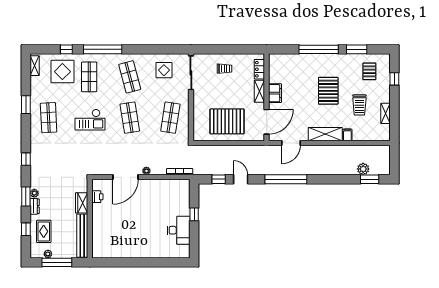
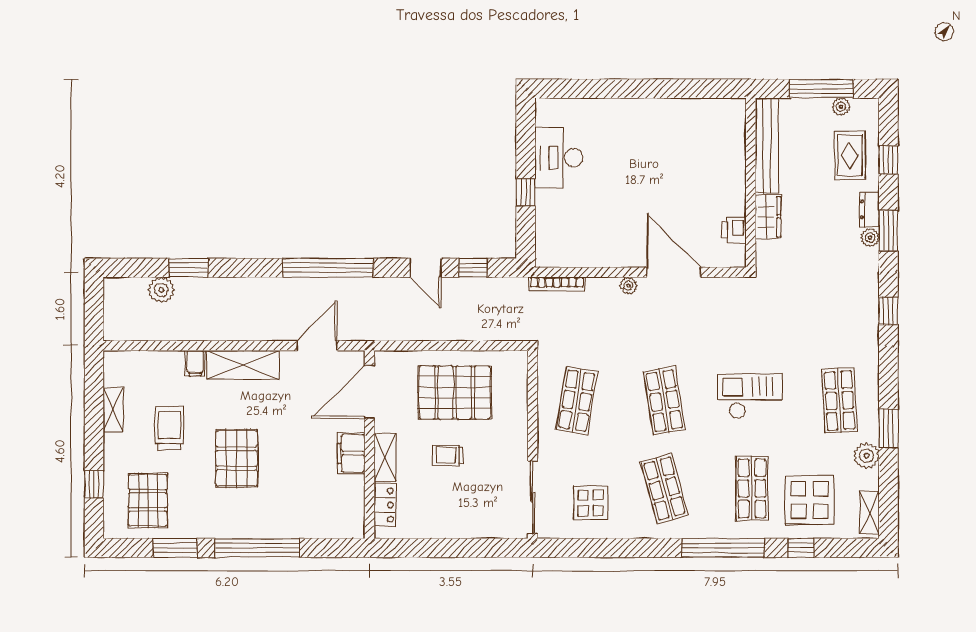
trolley: (224, 69) -> (448, 455), moved
pallet: (369, 71) -> (148, 500), width x1.50, depth x1.42
plant: (36, 92) -> (866, 456), added
door: (125, 177) -> (674, 272), hinge flipped
window: (370, 179) -> (188, 268), moved

